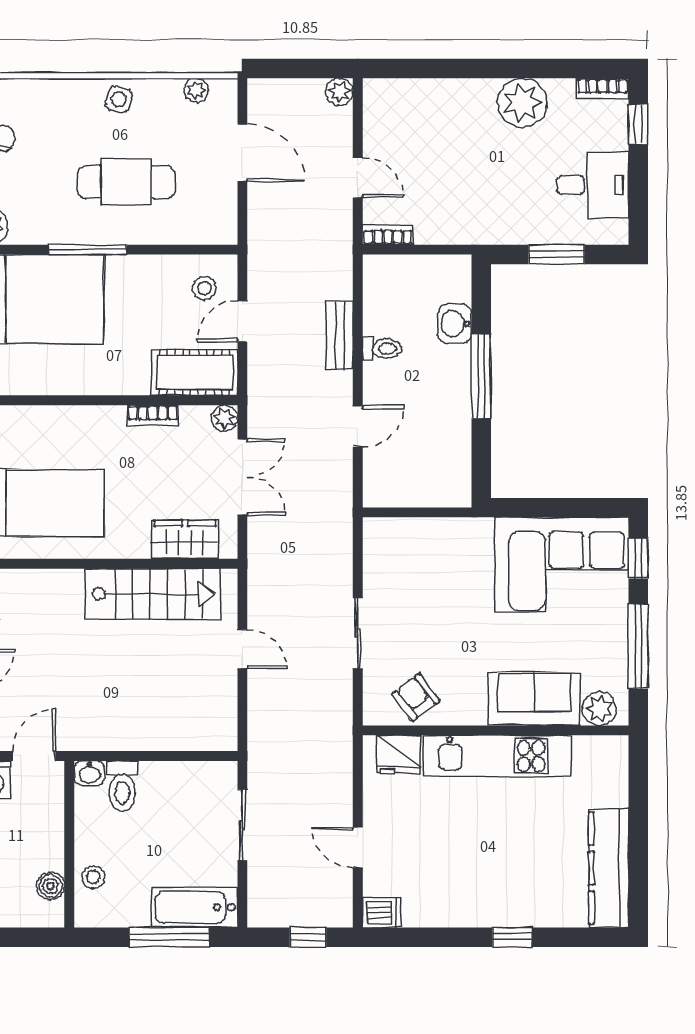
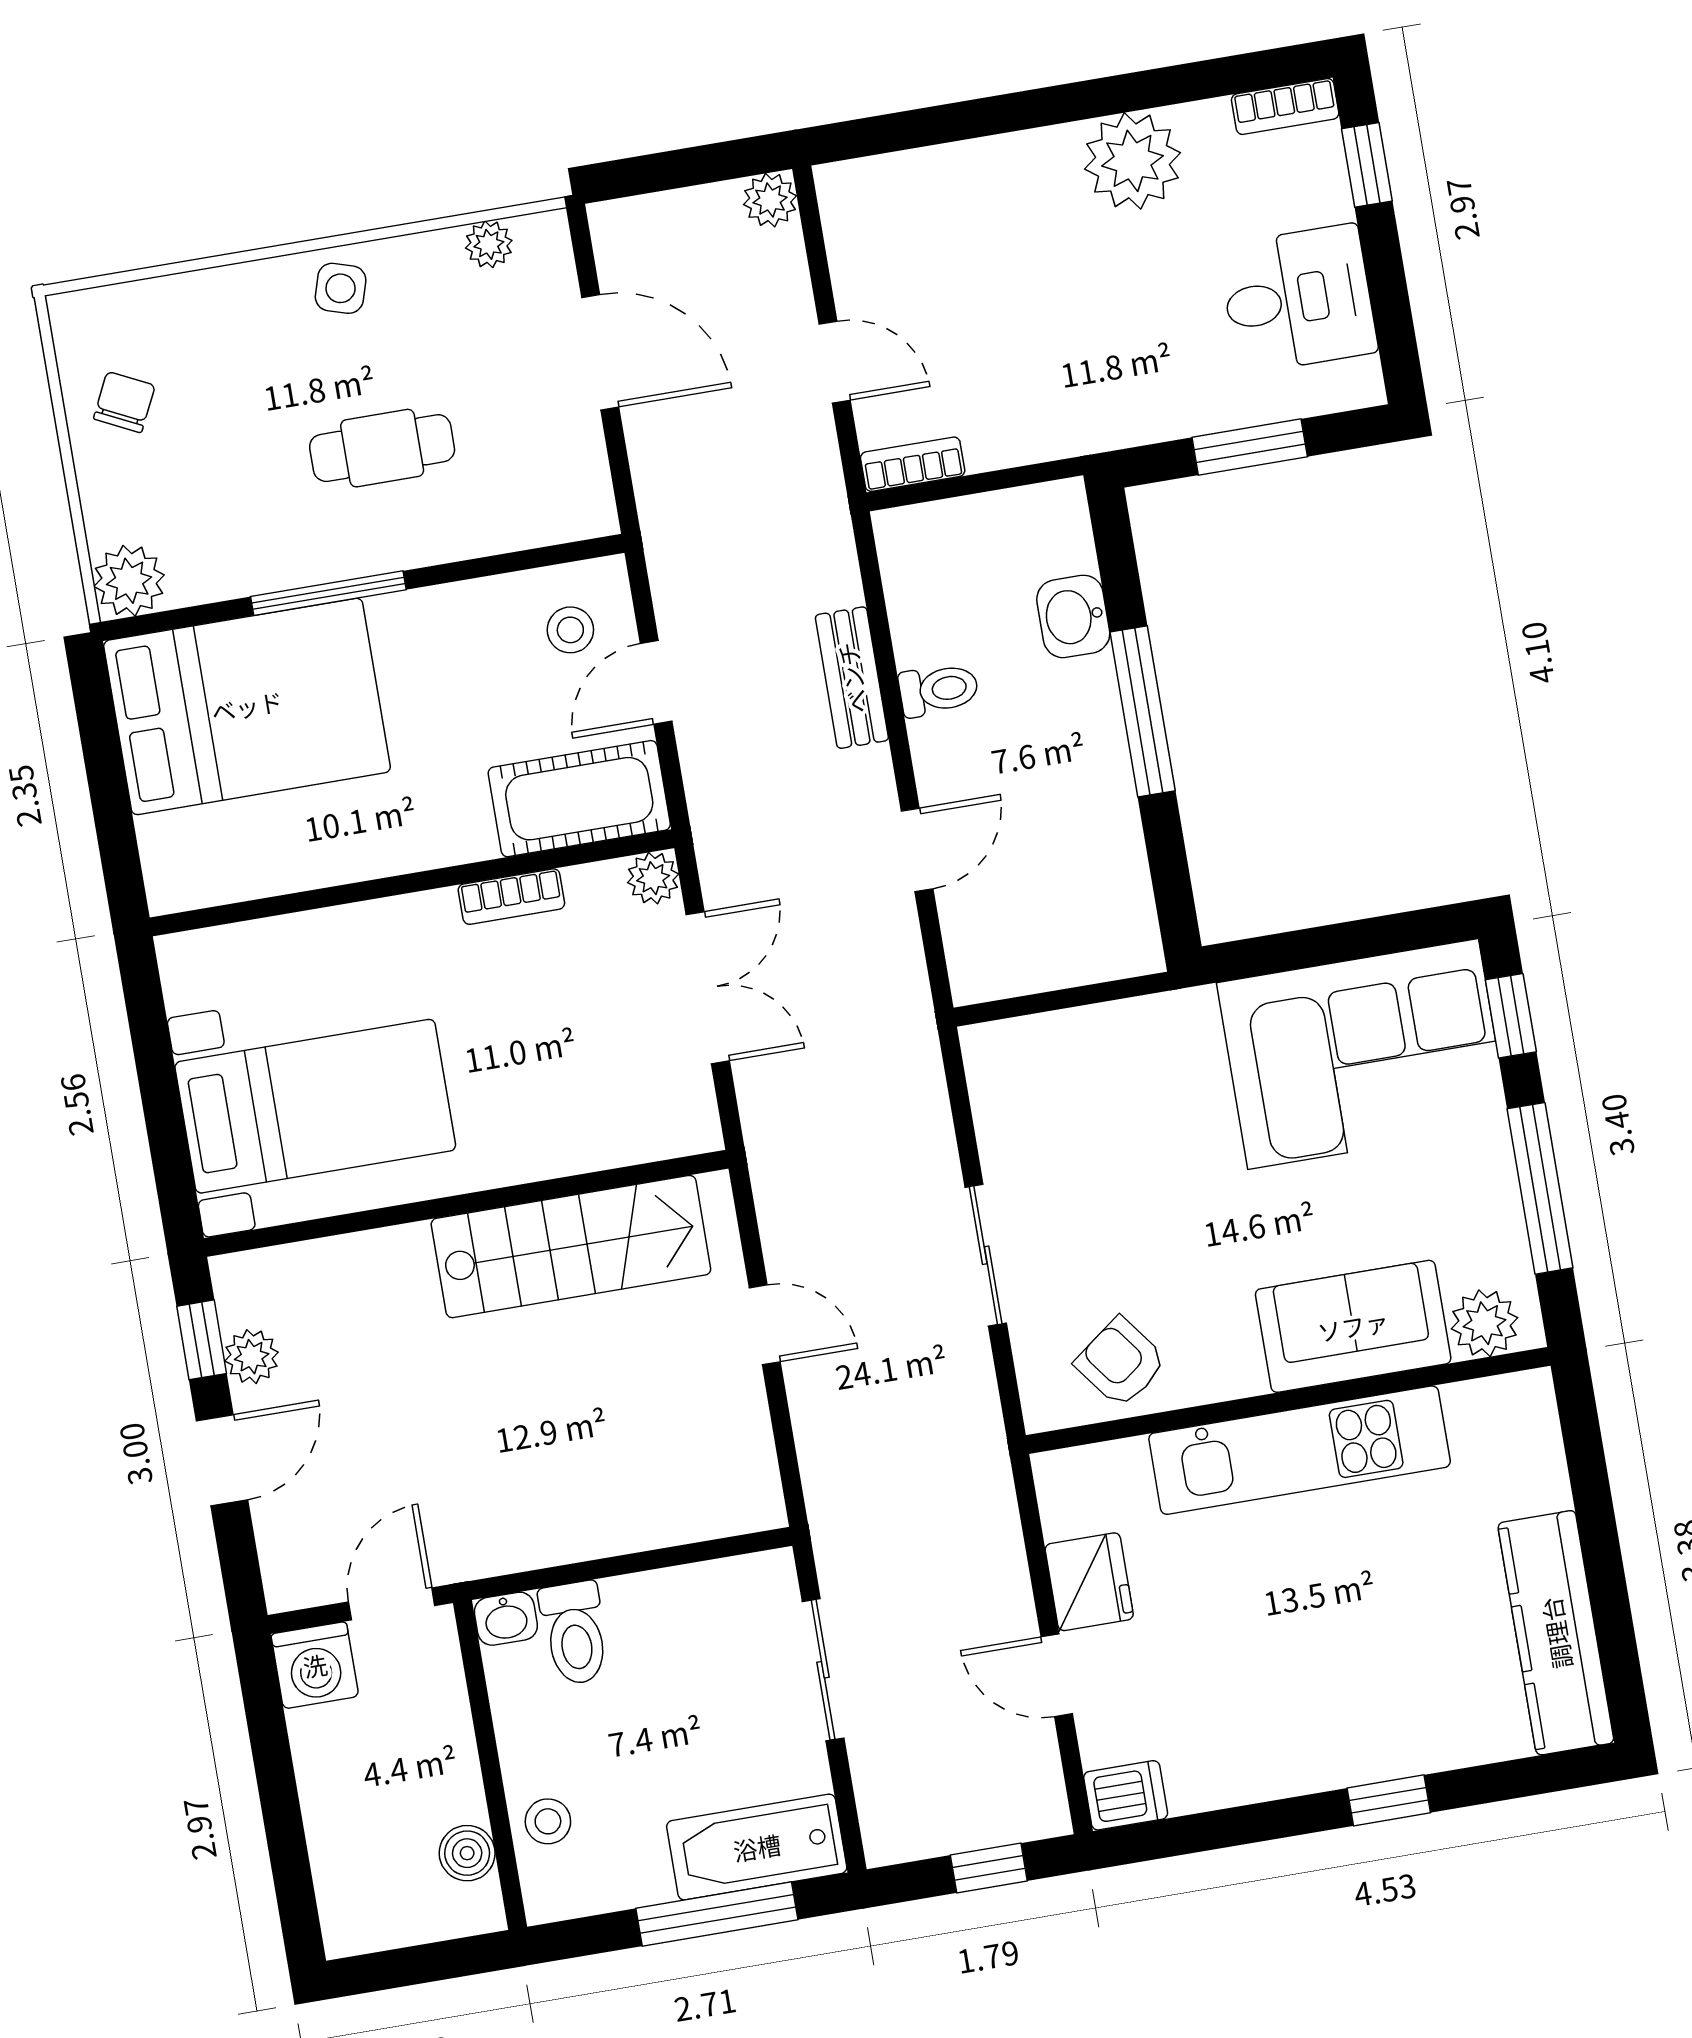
cafe table: (126, 182) -> (382, 448), width x0.73, depth x0.74
wardrobe: (185, 540) -> (616, 1129), removed
fridge: (399, 754) -> (1089, 1582), moved, turned -90

